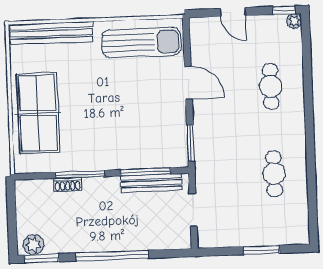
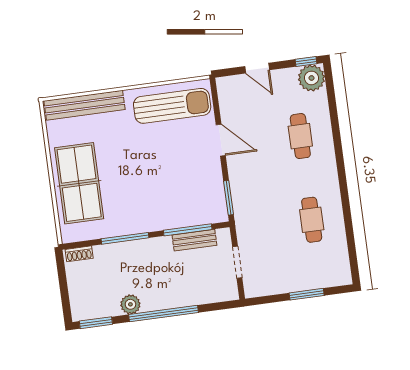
plant: (294, 21) -> (311, 78), width x1.87, depth x1.87
bench: (151, 183) -> (194, 240), width x0.73
shoe rack: (68, 184) -> (79, 254), moved
plant: (34, 245) -> (130, 304), moved

